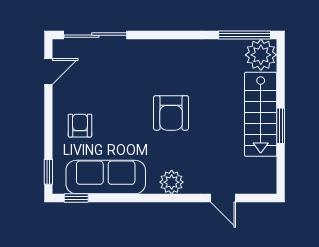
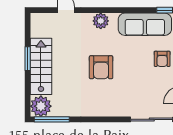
armchair: (171, 113) -> (101, 67), turned 180

